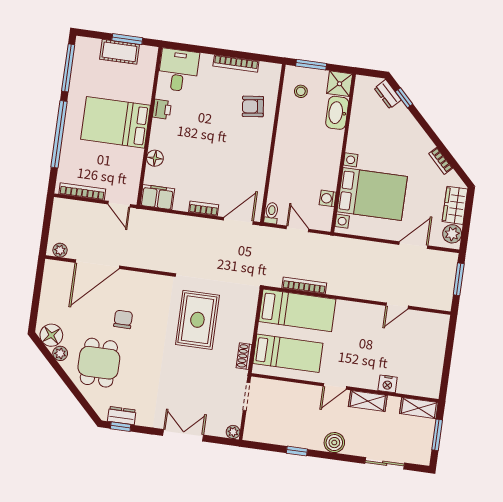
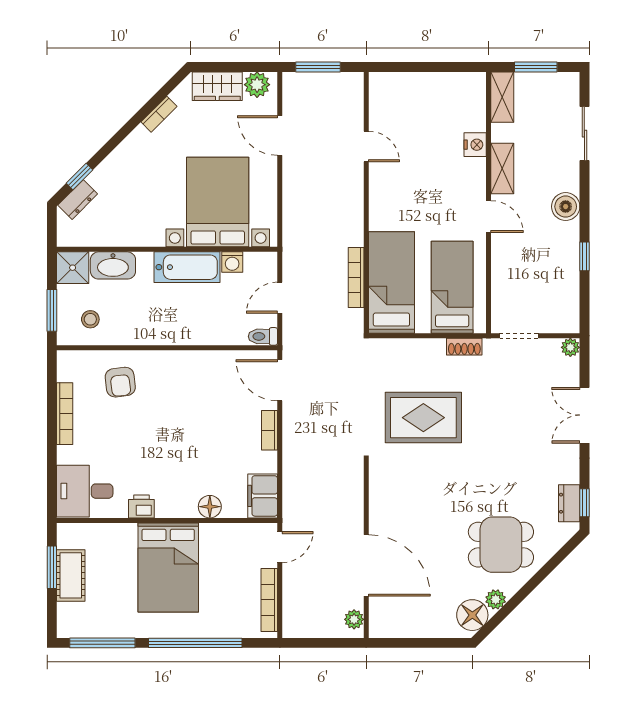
bathtub: (328, 166) -> (187, 267), added
chair: (123, 319) -> (437, 520), removed

